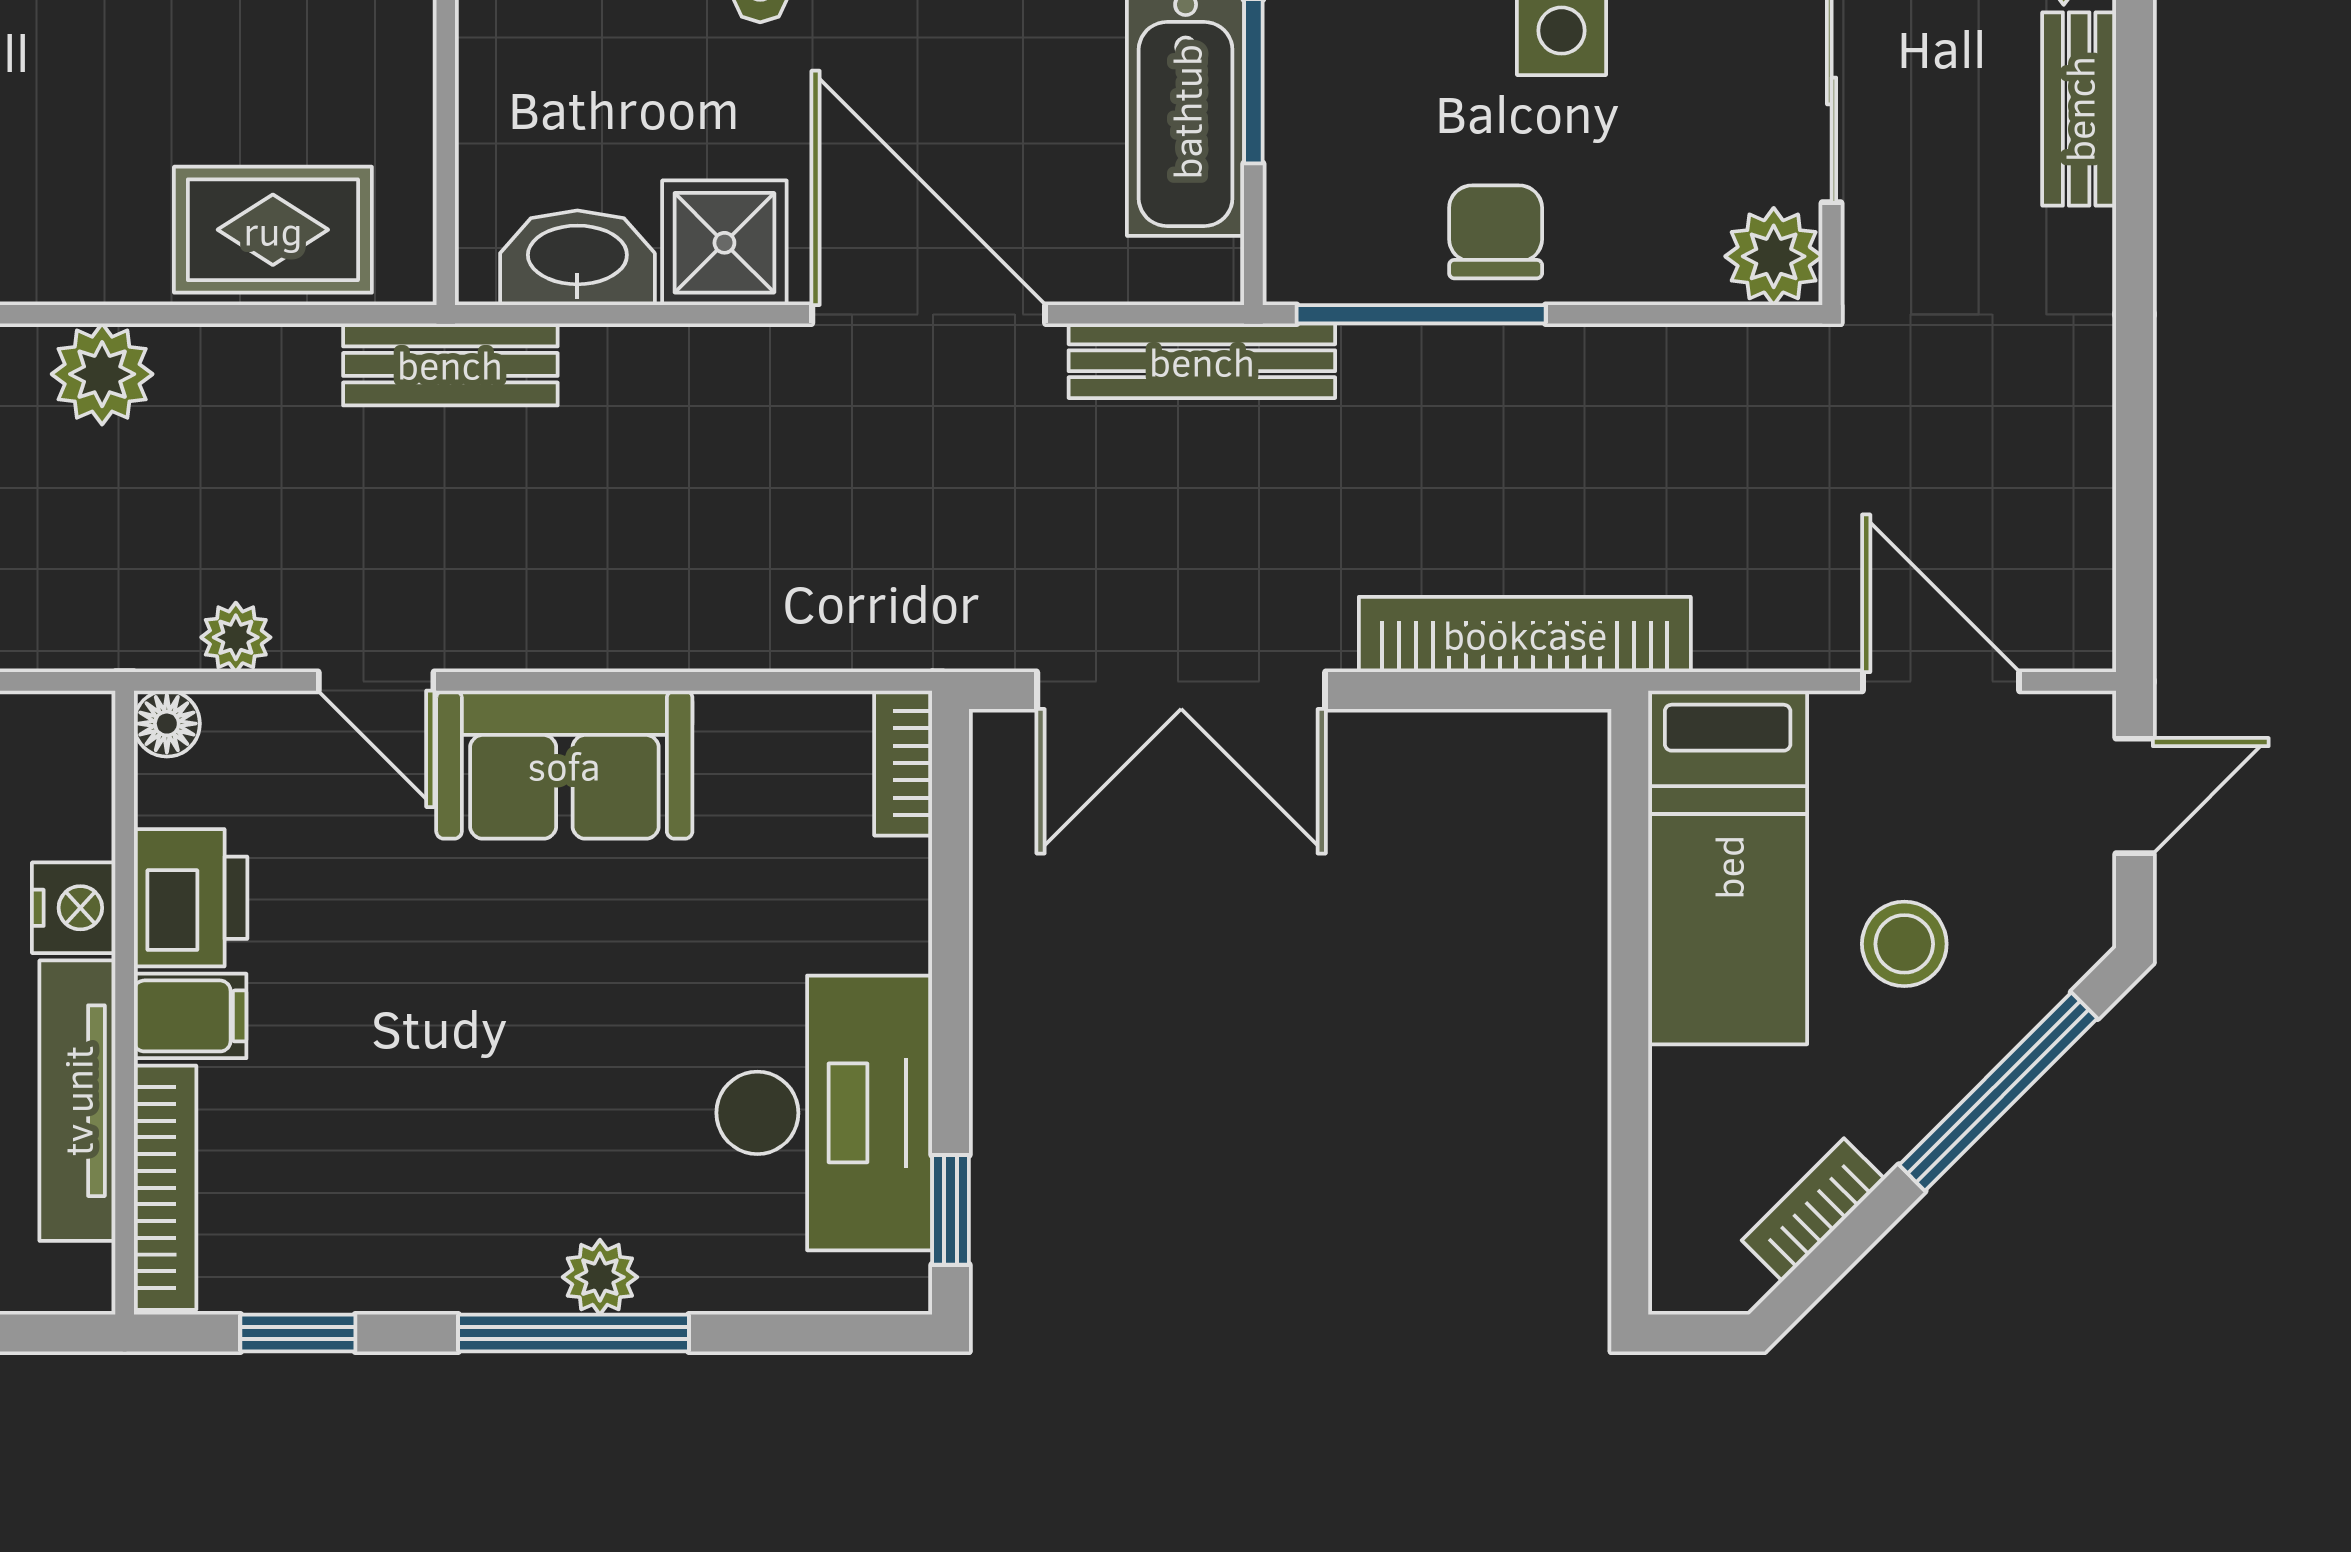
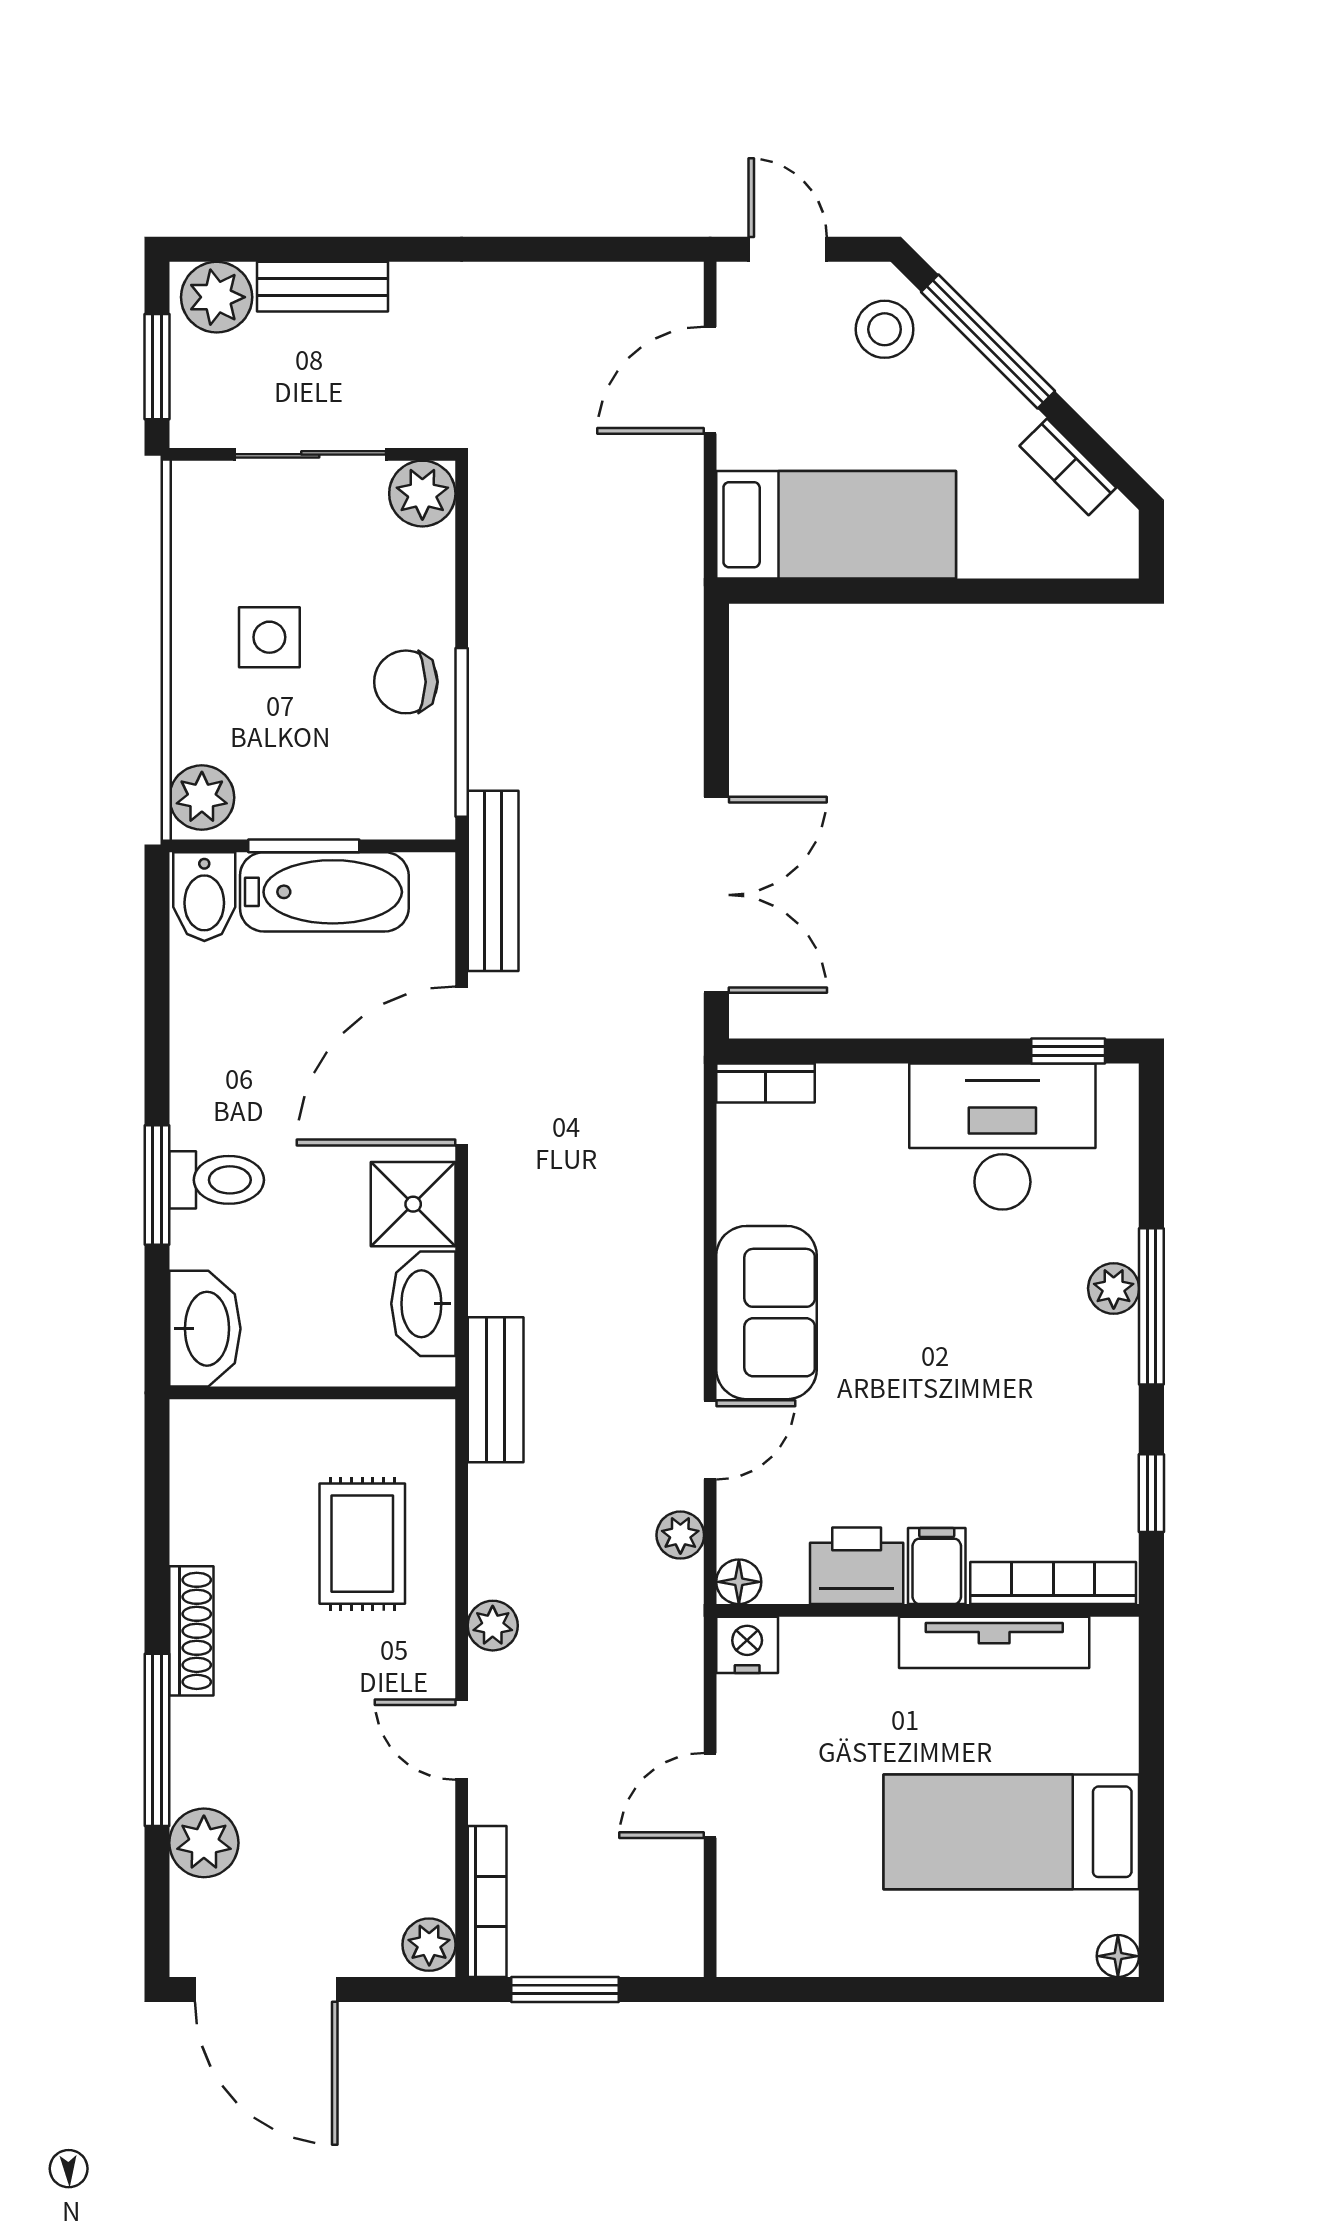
rug: (273, 230) -> (362, 1544), moved
plant: (102, 374) -> (493, 1626), width x0.73, depth x0.73
bookcase: (1525, 634) -> (678, 662), removed
nightstand: (74, 908) -> (747, 1645), moved
stool: (1904, 944) -> (885, 329), moved

